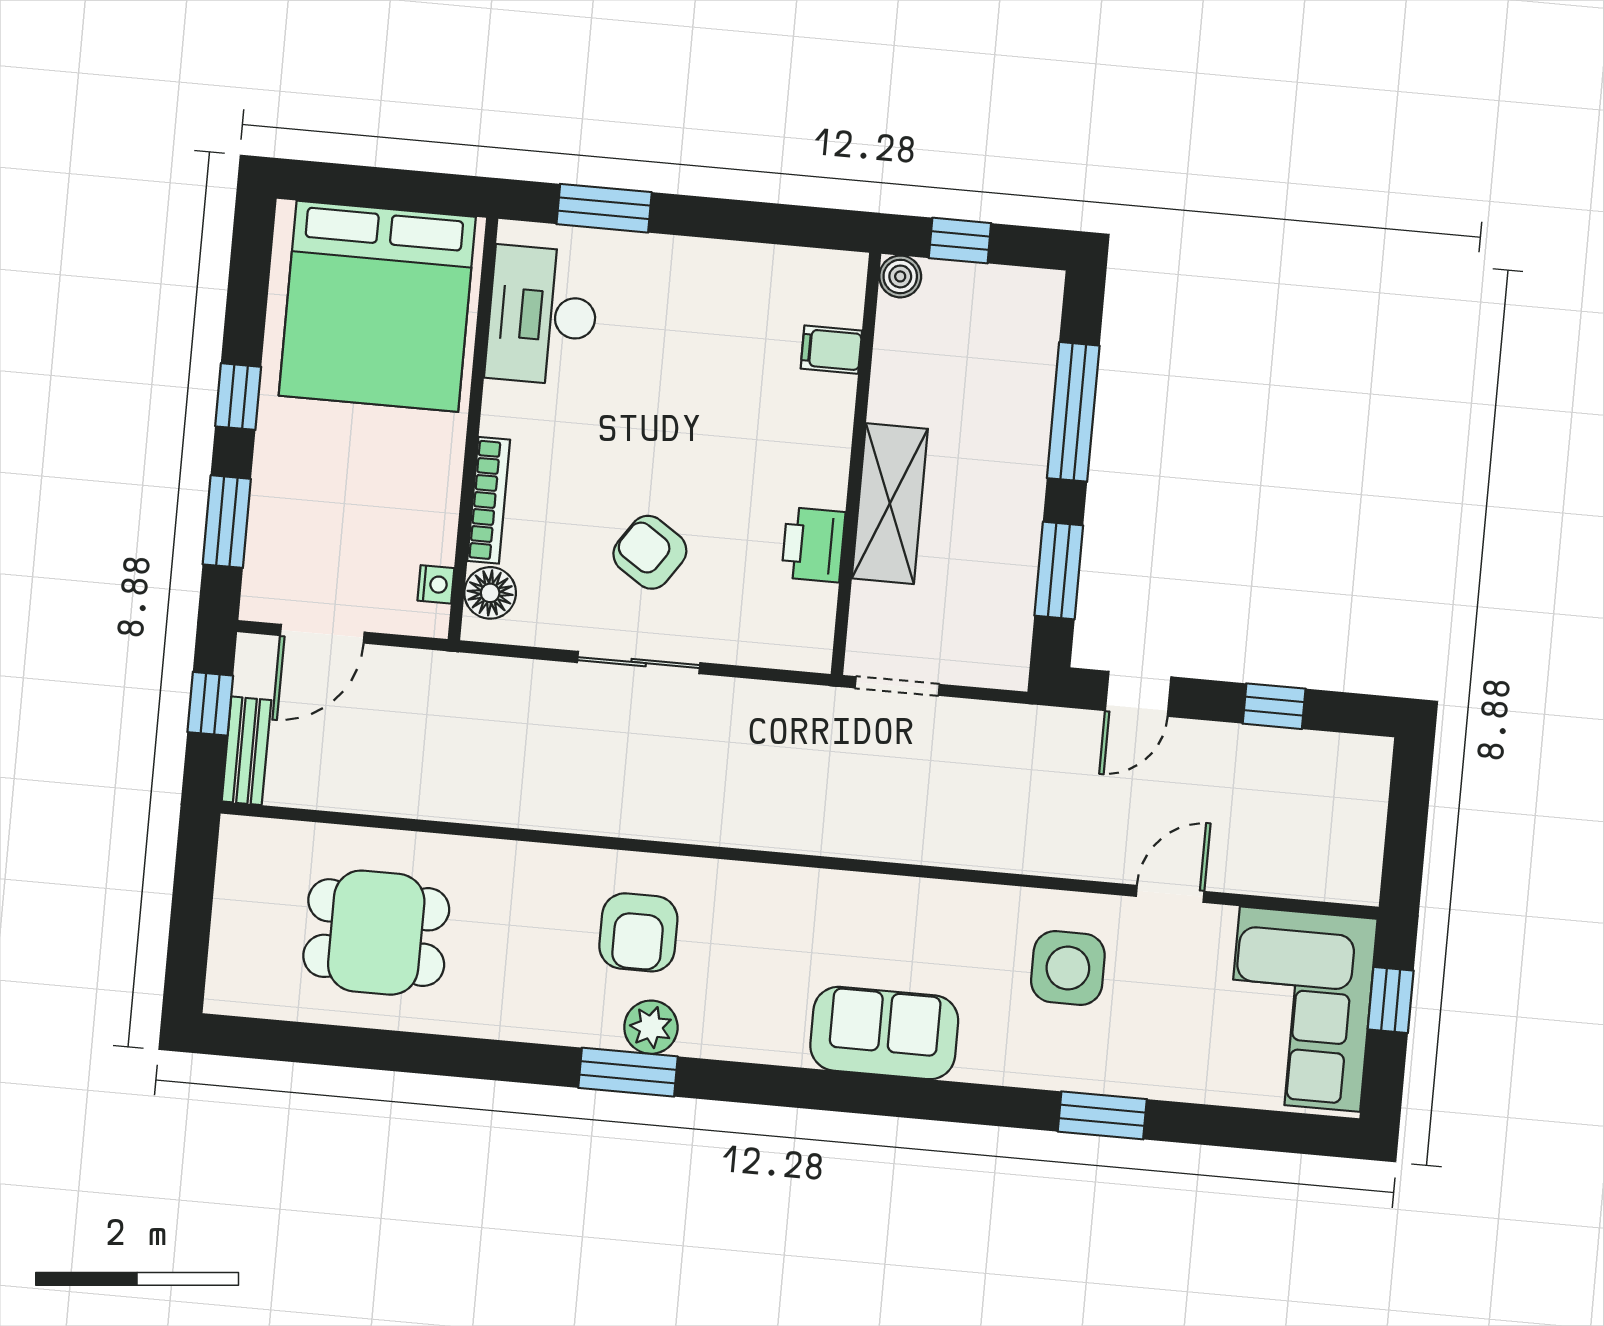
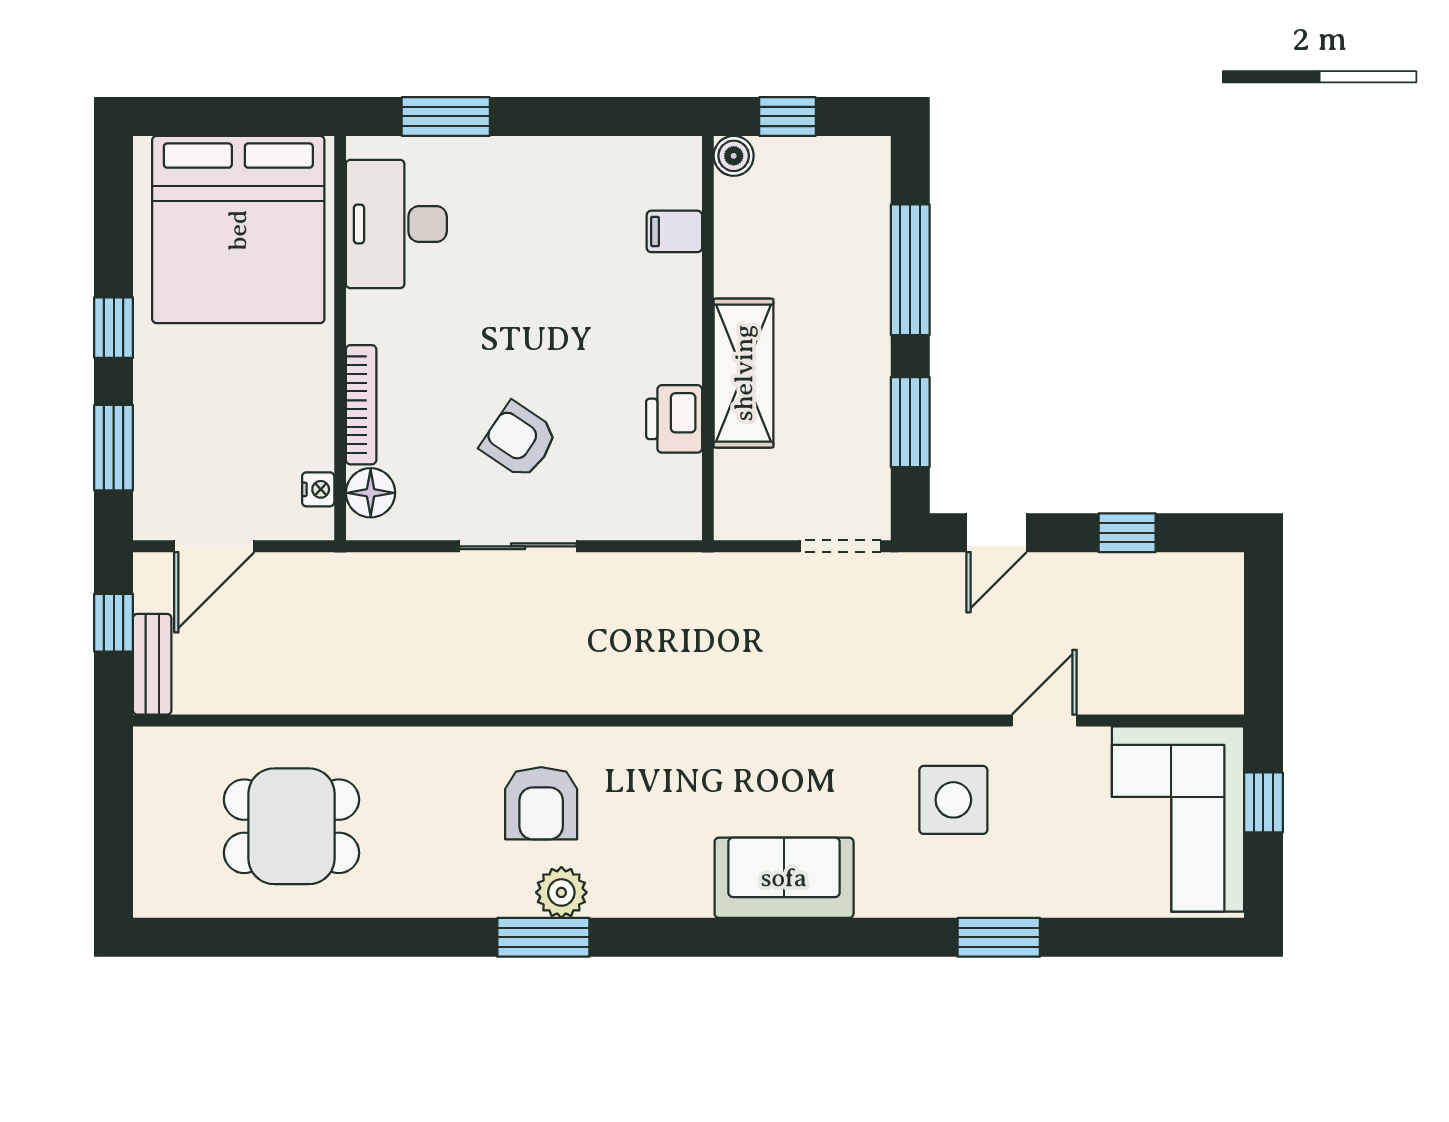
doorway: (897, 686) -> (841, 546), moved

